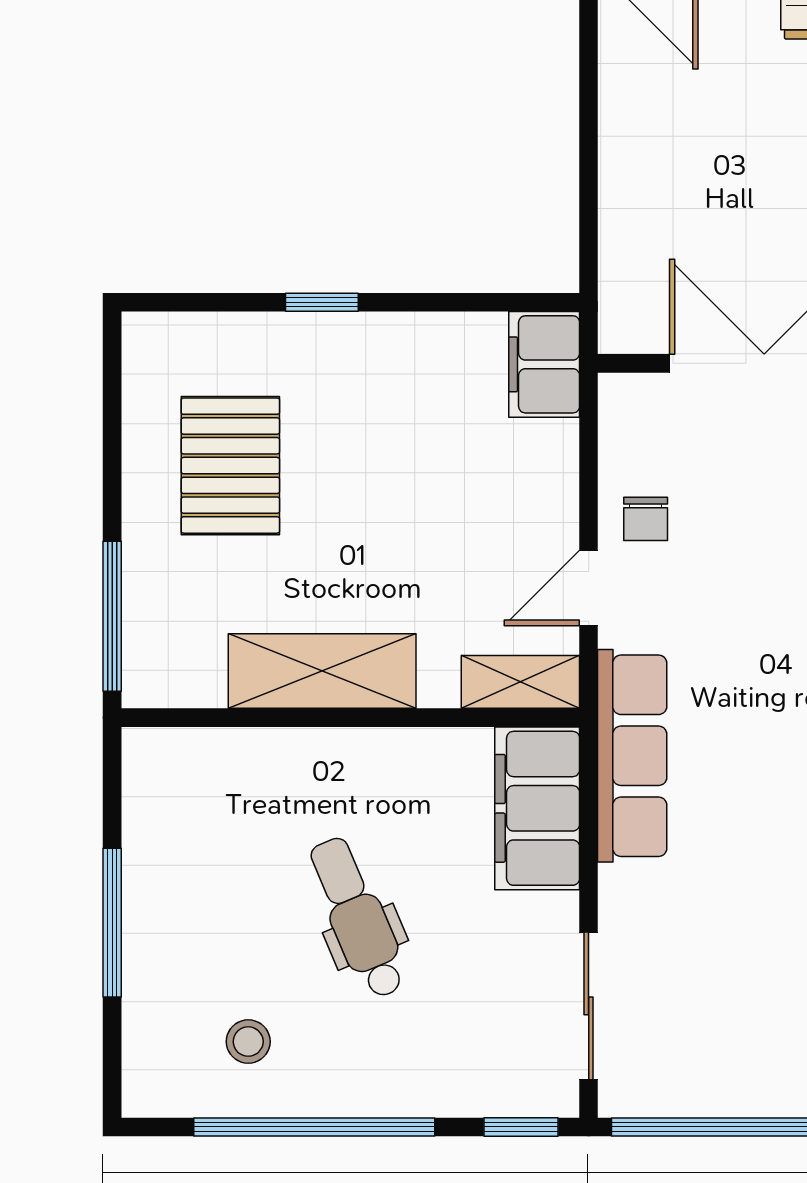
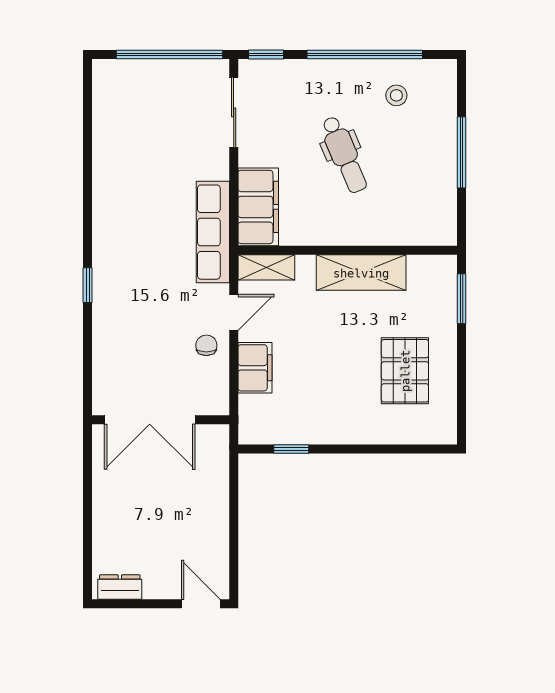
window: (322, 302) -> (291, 449), moved
filing cabinet: (544, 364) -> (255, 368), moved
window: (112, 616) -> (462, 299), width x0.69

